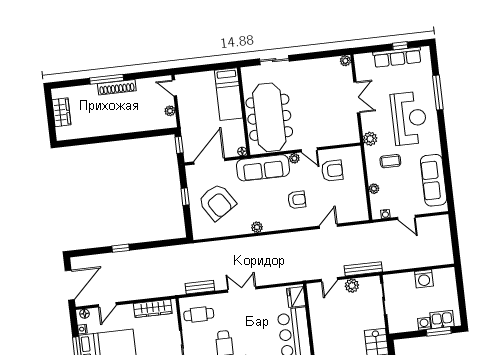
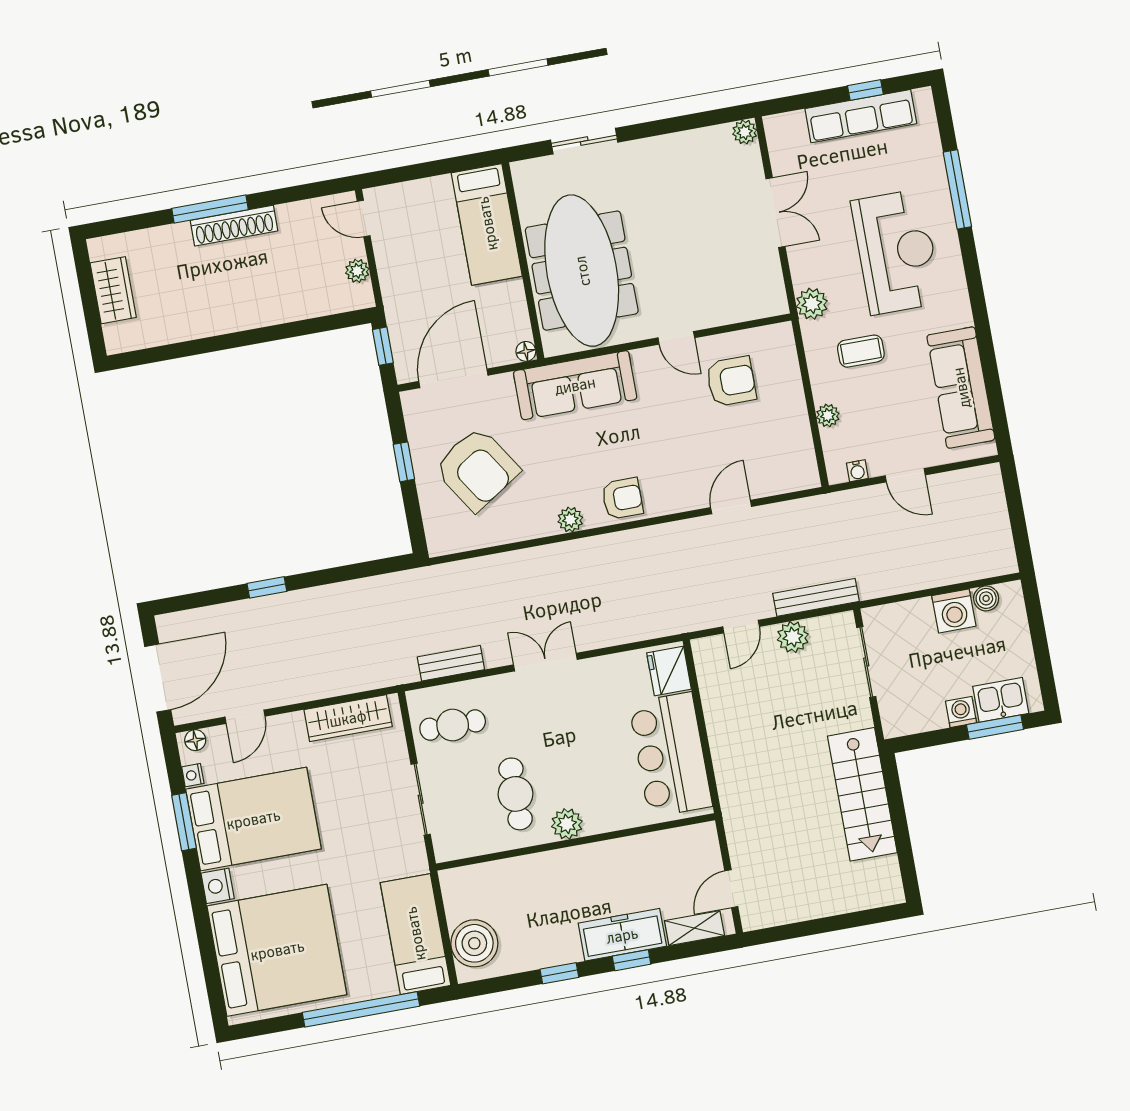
plant: (294, 158) -> (644, 359), removed
armchair: (297, 200) -> (622, 498), moved
boiler: (439, 274) -> (986, 598), added

